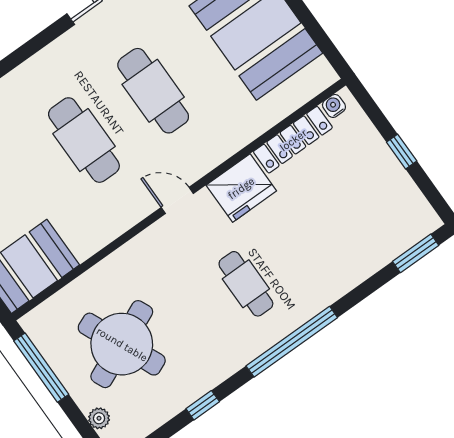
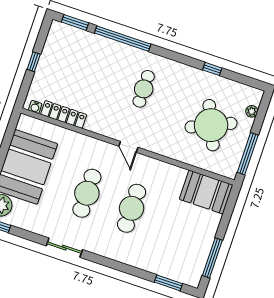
fridge: (241, 188) -> (102, 122), removed
window: (292, 342) -> (123, 39), moved

